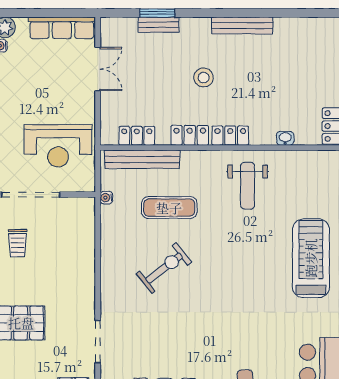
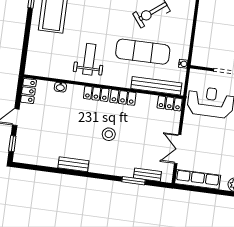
bench: (159, 25) -> (147, 175), moved
bench: (242, 25) -> (73, 164), width x0.73
locker: (137, 136) -> (170, 103), moved
exercise mat: (169, 208) -> (143, 52), width x1.36, depth x1.45

